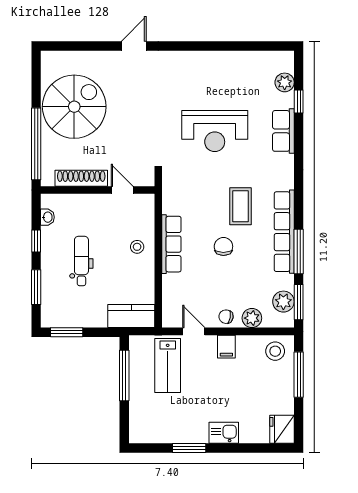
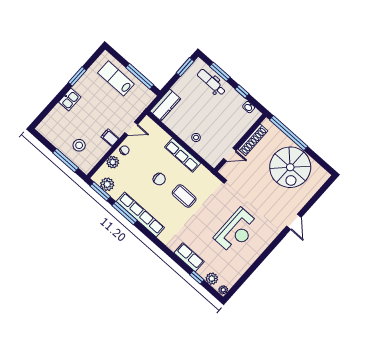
plant: (286, 58) -> (223, 290), added
reception desk: (215, 131) -> (237, 231), moved, turned 180
coffee table: (240, 206) -> (184, 196), moved
dental chair: (81, 261) -> (211, 82), moved, turned 180
stool: (275, 351) -> (79, 145), moved
lab bench: (168, 365) -> (116, 78), moved
fridge: (282, 429) -> (46, 129), removed

